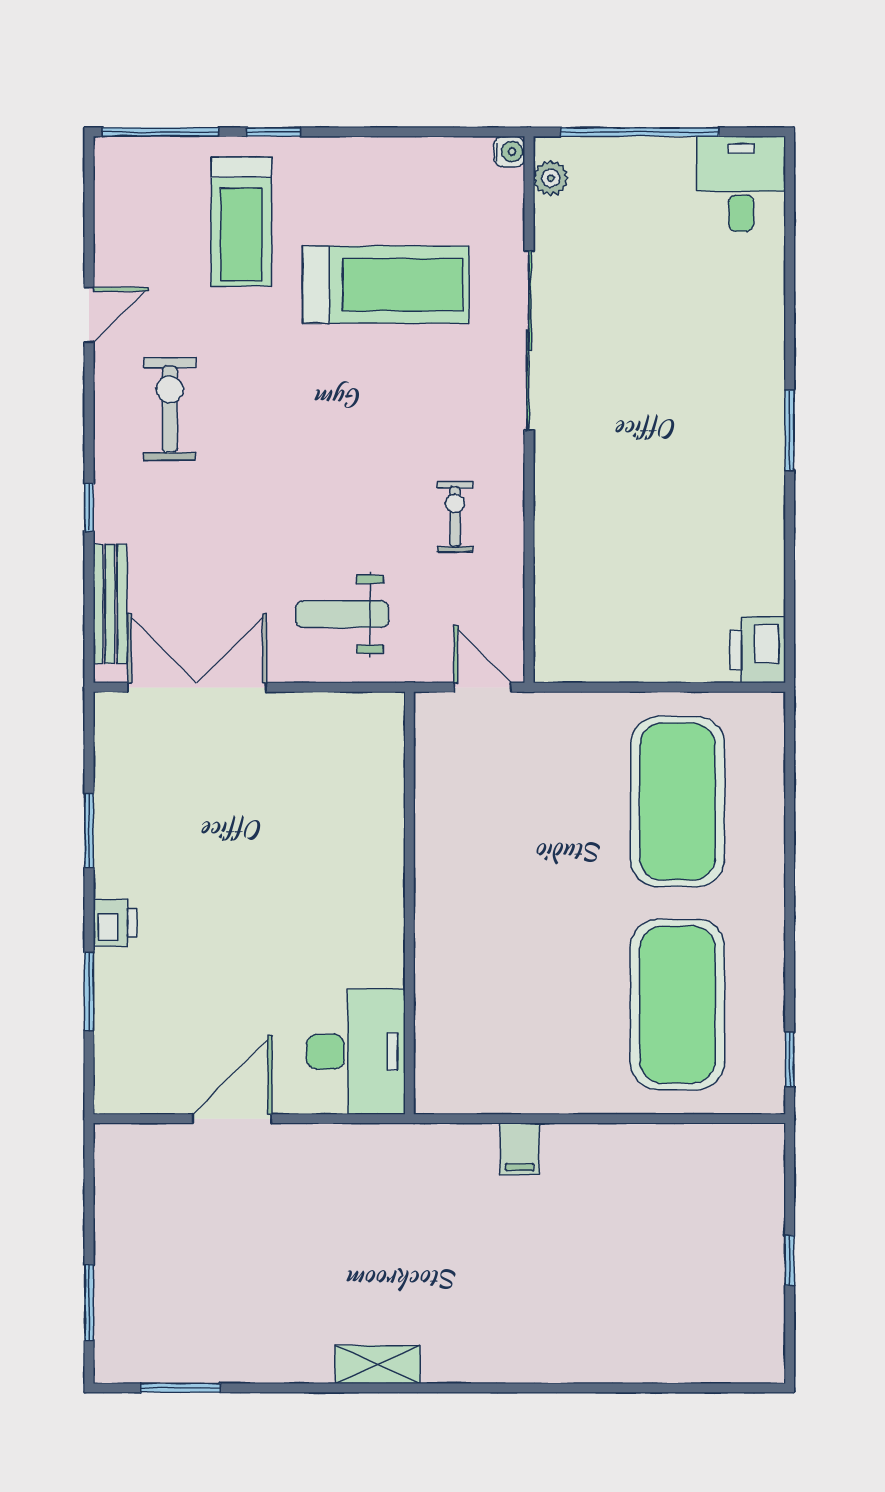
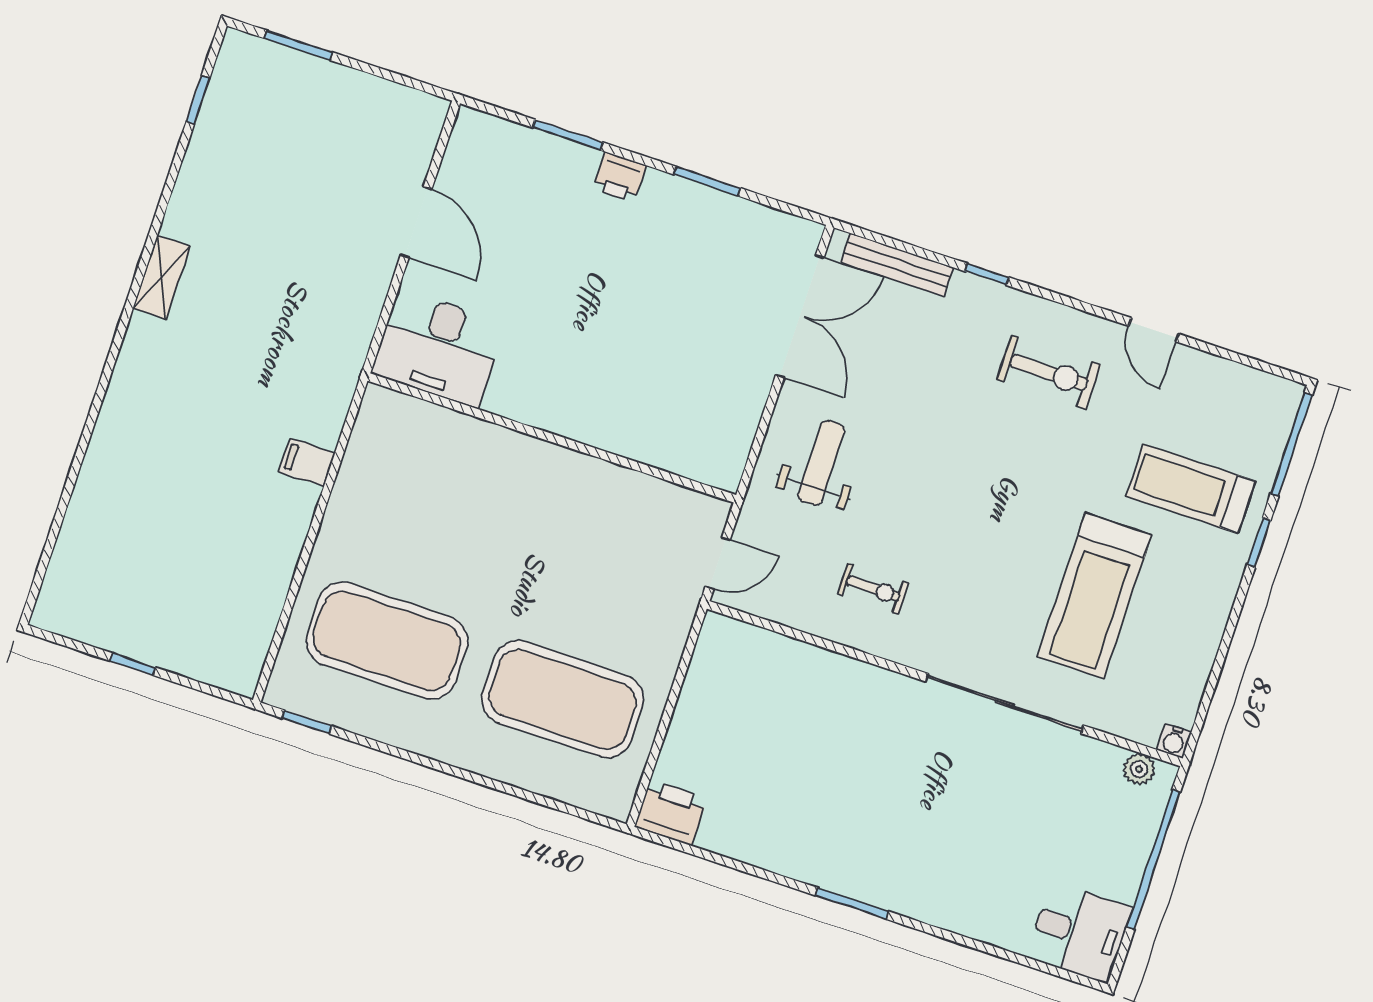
window: (181, 1388) -> (198, 100), width x0.67

